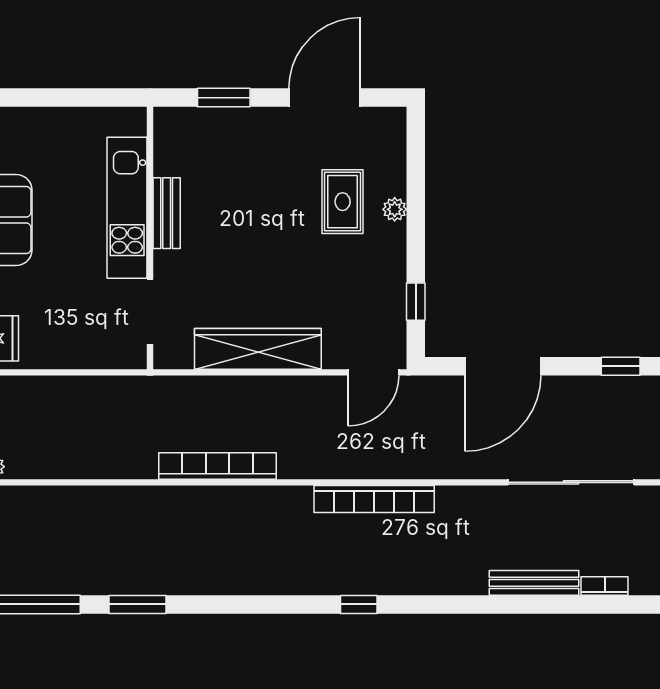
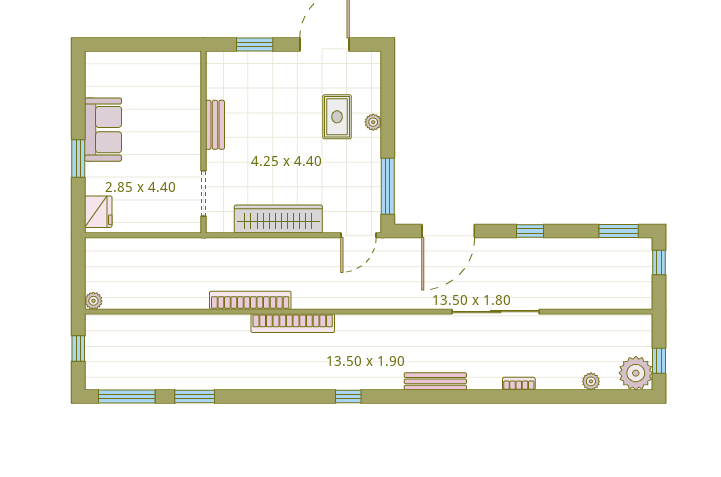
kitchen unit: (127, 208) -> (187, 121), removed
window: (416, 302) -> (388, 186), width x2.17
bookcase: (374, 499) -> (293, 323), moved
bench: (534, 583) -> (435, 381), moved

